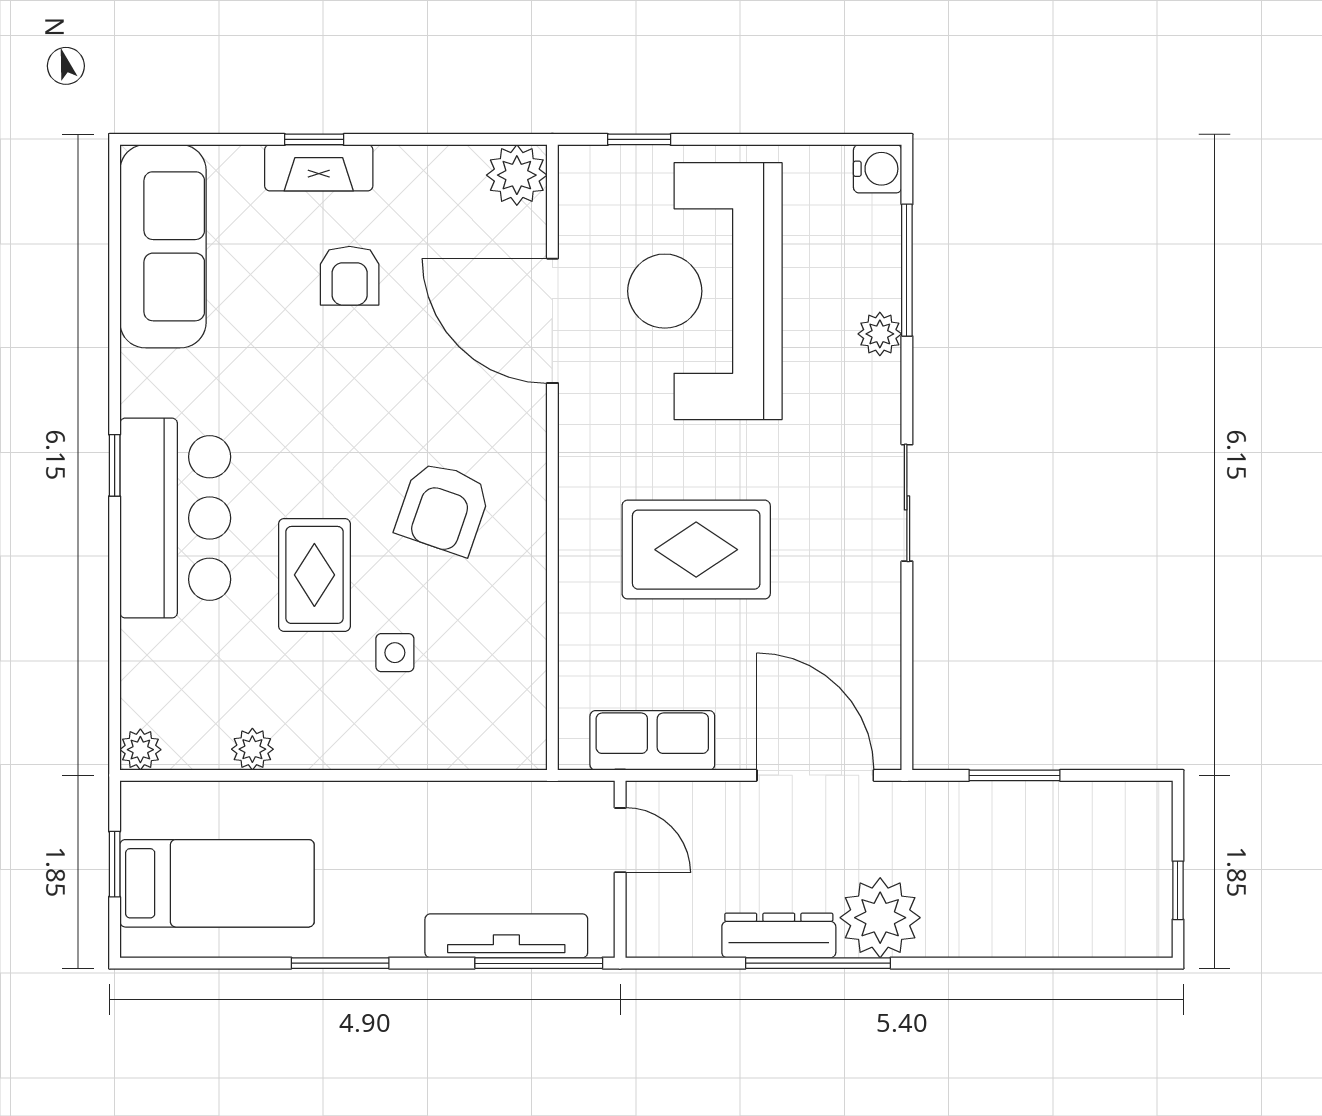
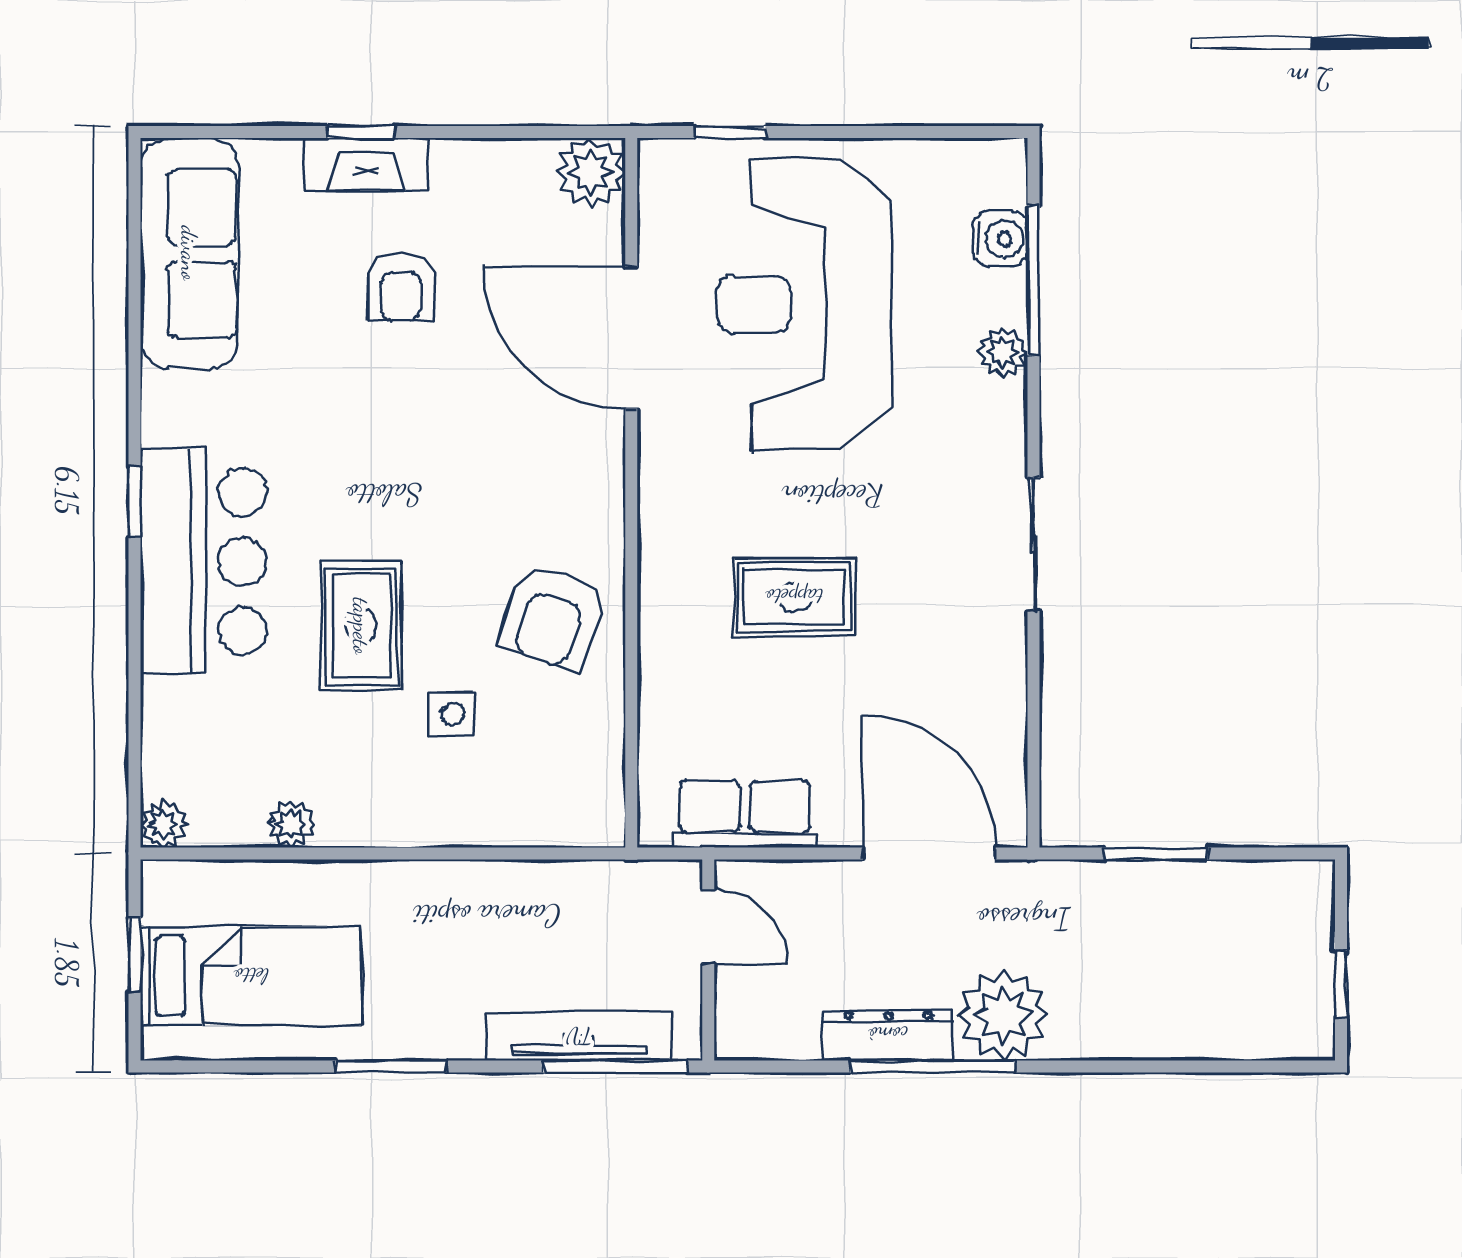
water cooler: (878, 169) -> (1000, 239), moved
armchair: (443, 508) -> (552, 617), moved
rug: (696, 550) -> (794, 597), width x0.73, depth x0.70

